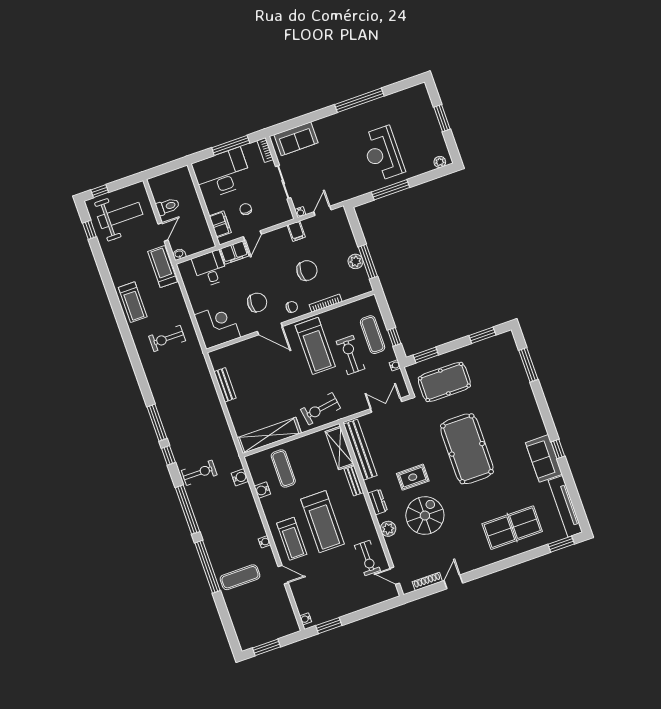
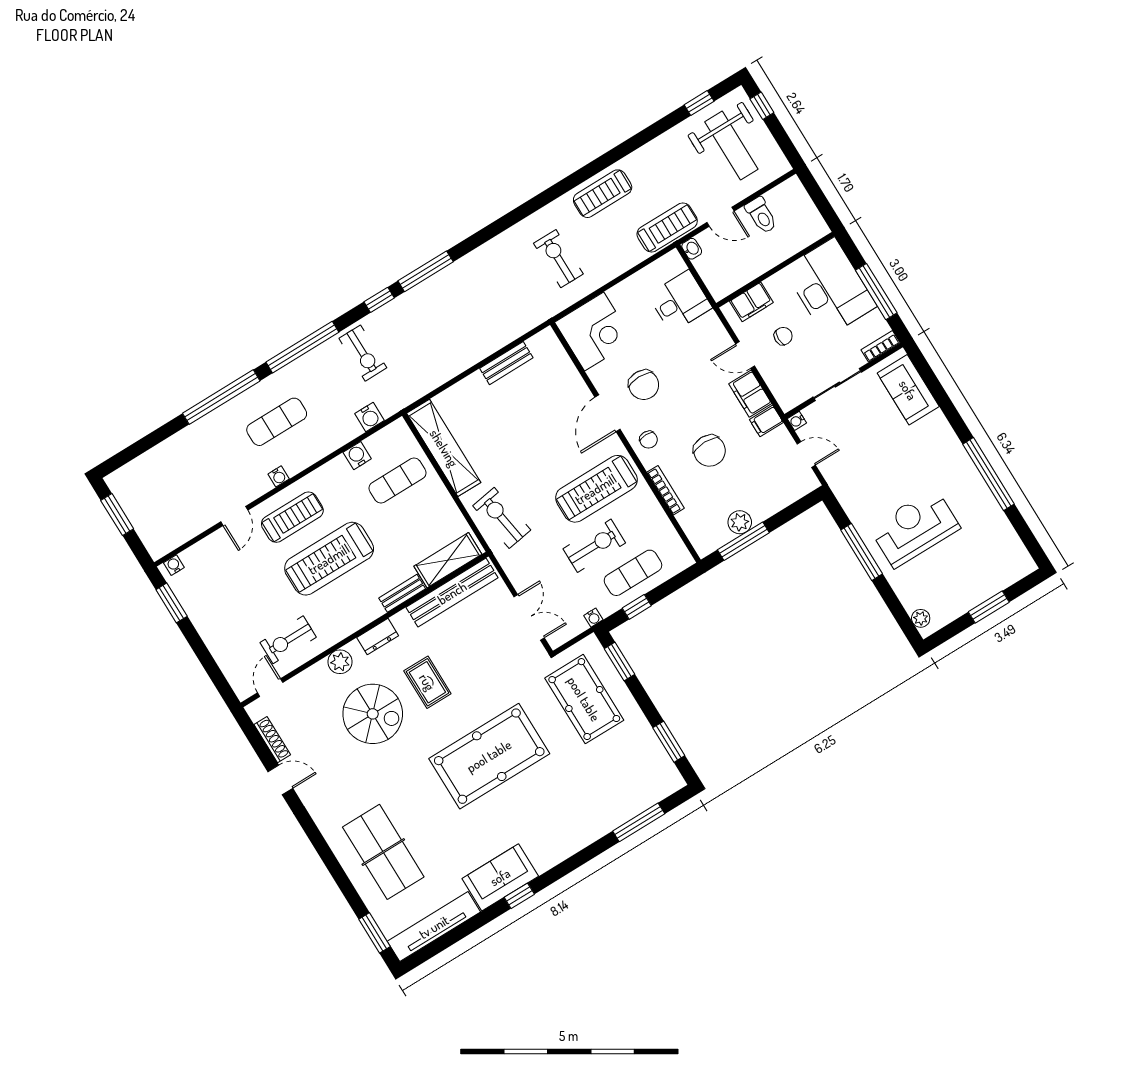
filing cabinet: (234, 252) -> (750, 394), moved
treadmill: (292, 539) -> (292, 517), turned 180
exercise mat: (240, 577) -> (277, 422), moved, turned 90

